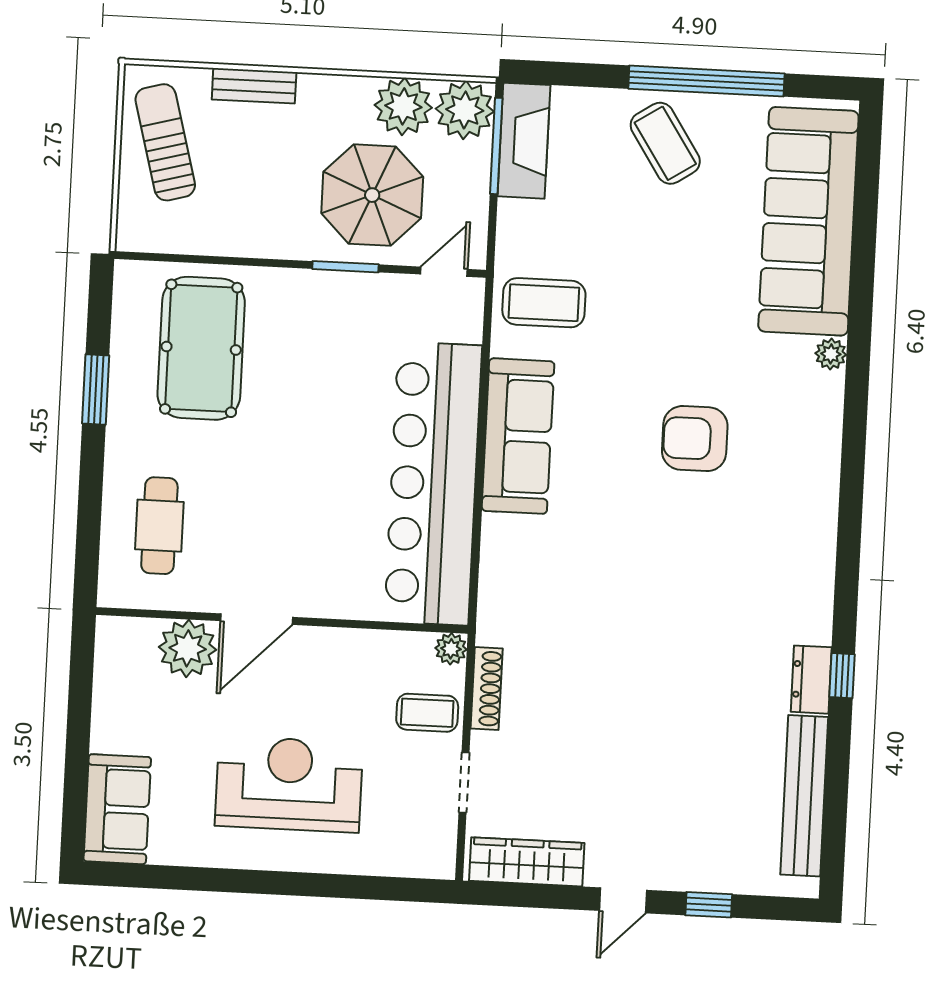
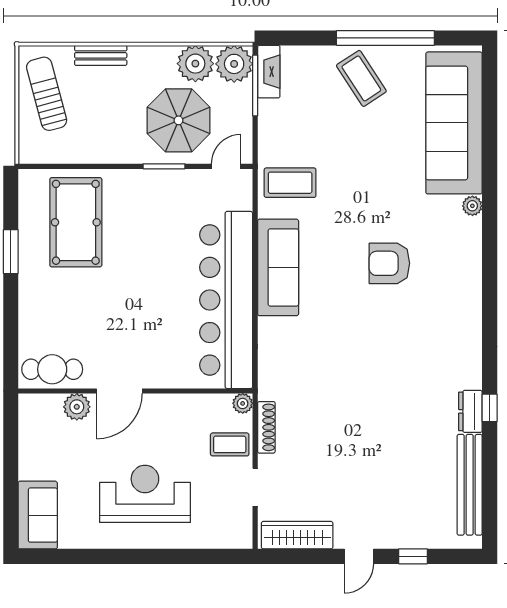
fireplace: (524, 141) -> (269, 72), width x0.73, depth x0.76
cafe table: (159, 526) -> (52, 369), moved, turned 90
plant: (188, 648) -> (77, 407), width x0.73, depth x0.73

